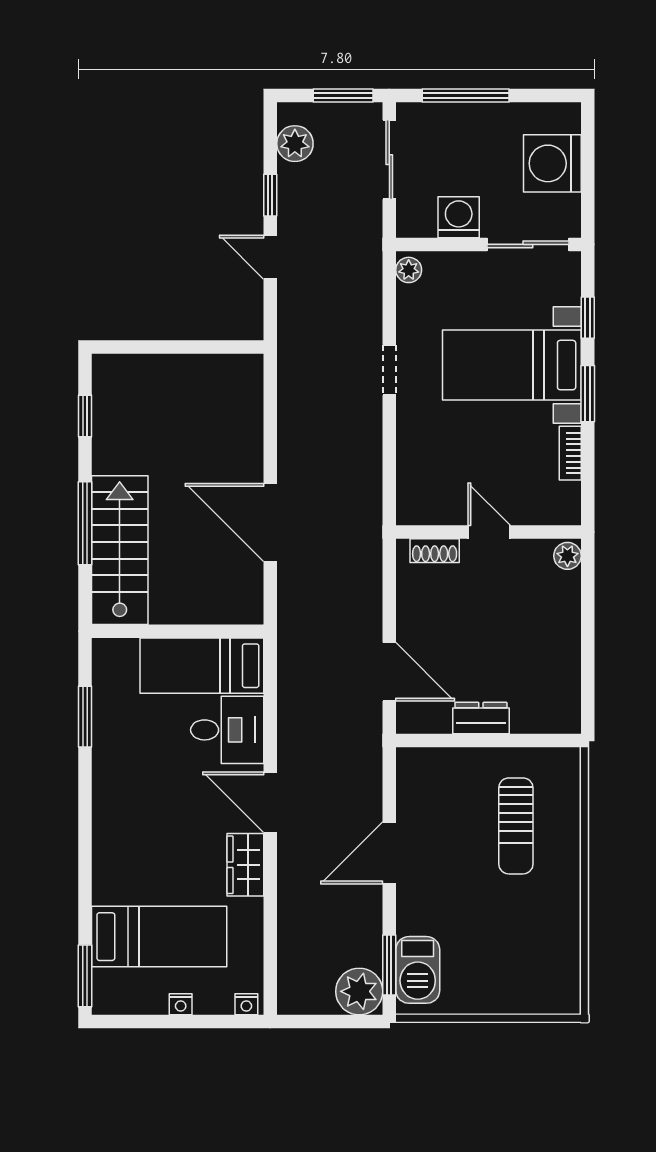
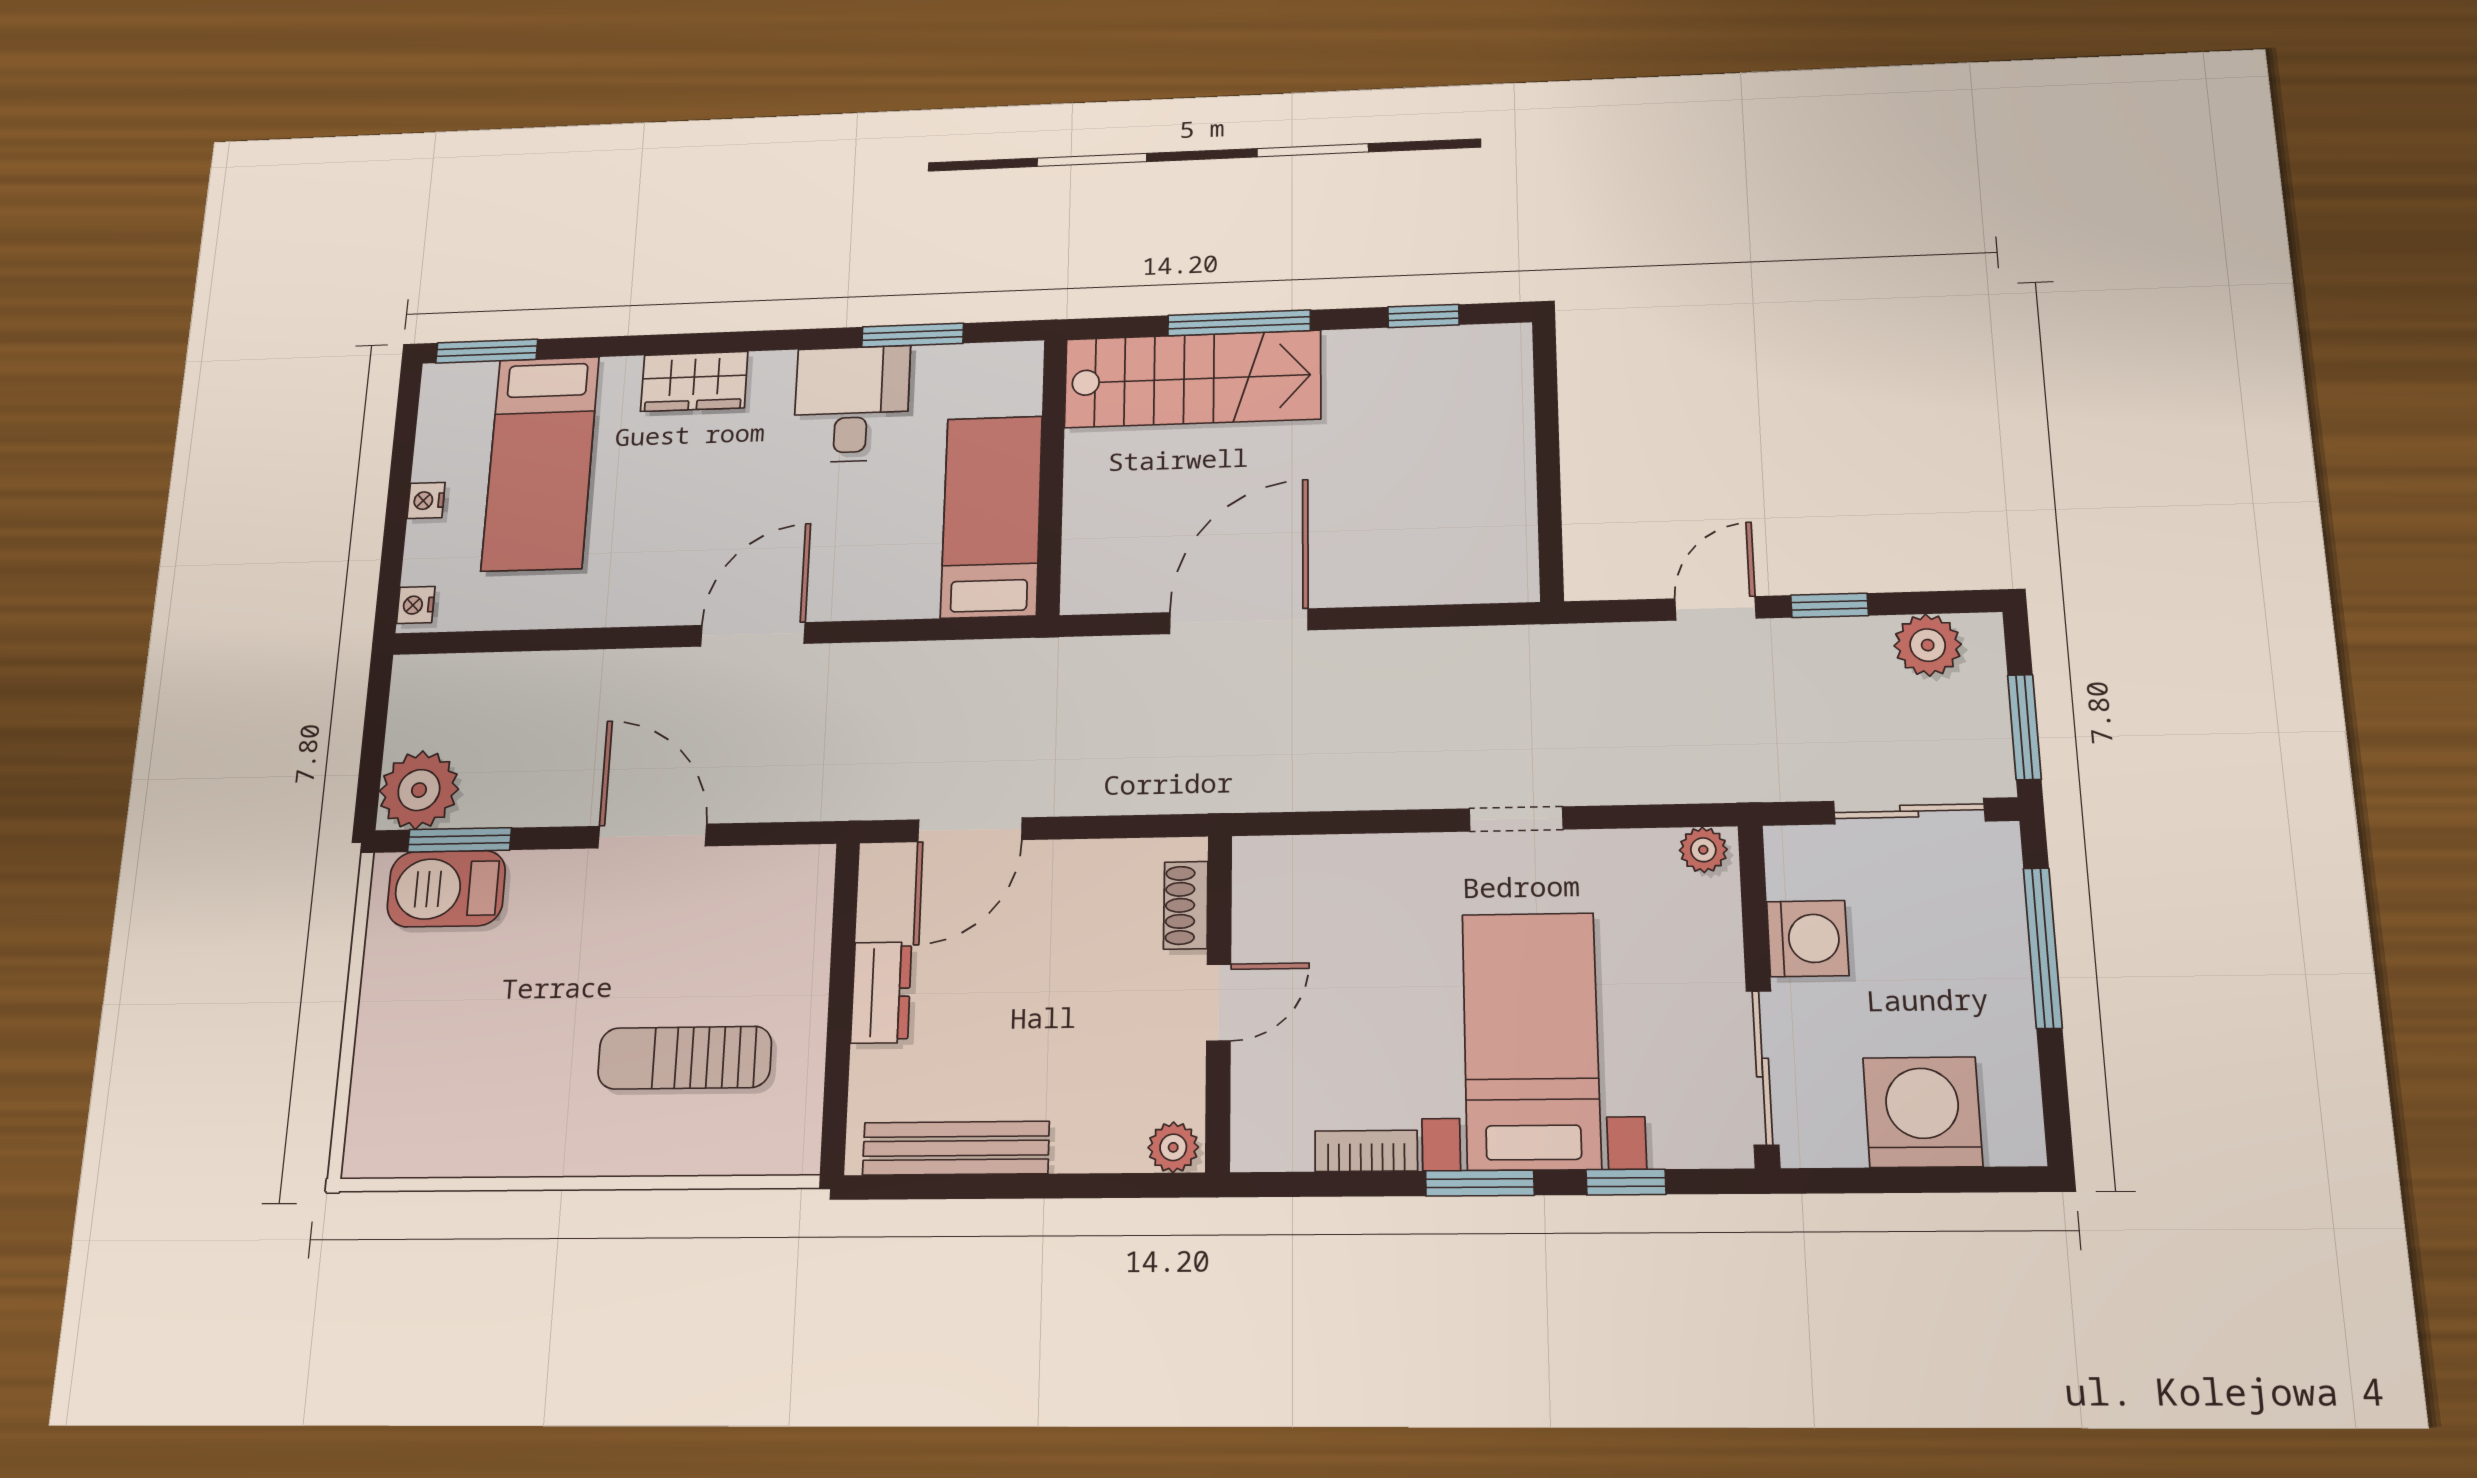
bench: (567, 673) -> (956, 1148), added
desk: (227, 730) -> (852, 404), moved, turned 180
wardrobe: (245, 865) -> (694, 381), moved, turned 180

